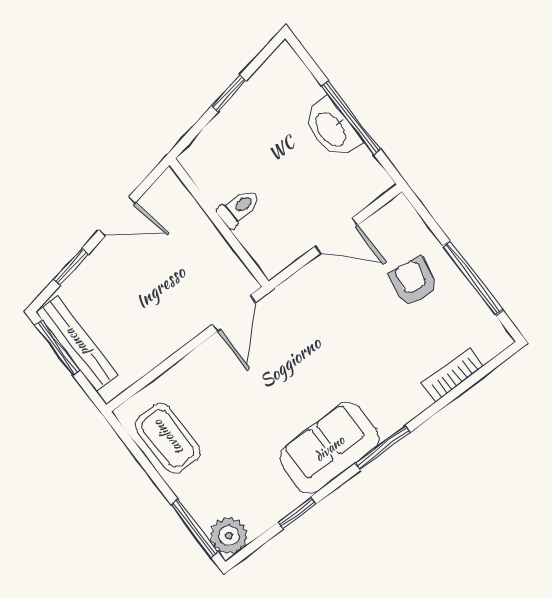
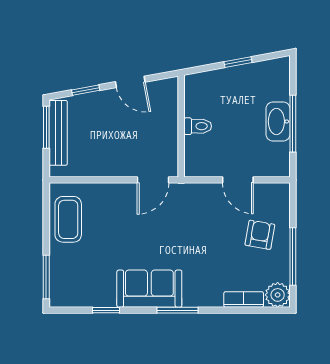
plant: (229, 536) -> (278, 295), moved

